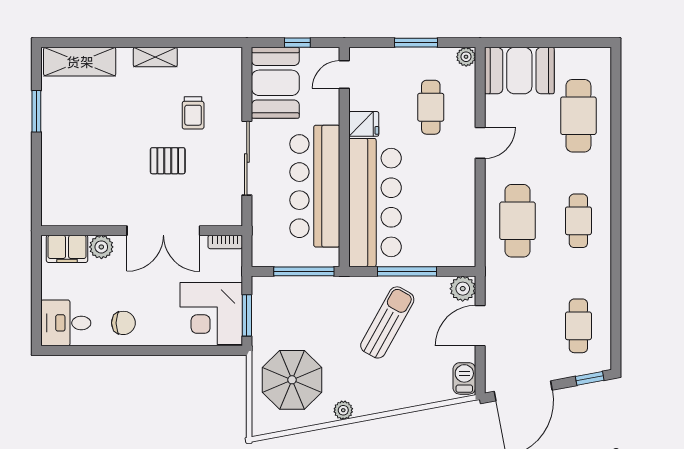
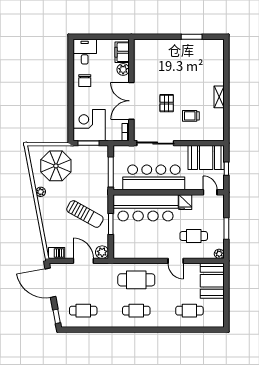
shelving: (80, 62) -> (217, 59), removed
cafe table: (578, 116) -> (189, 311), width x0.73, depth x0.74
sliding door: (247, 158) -> (155, 143), moved
window: (407, 271) -> (111, 224), width x0.69

